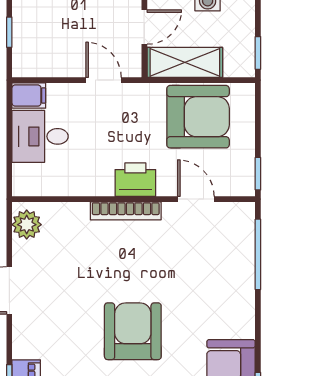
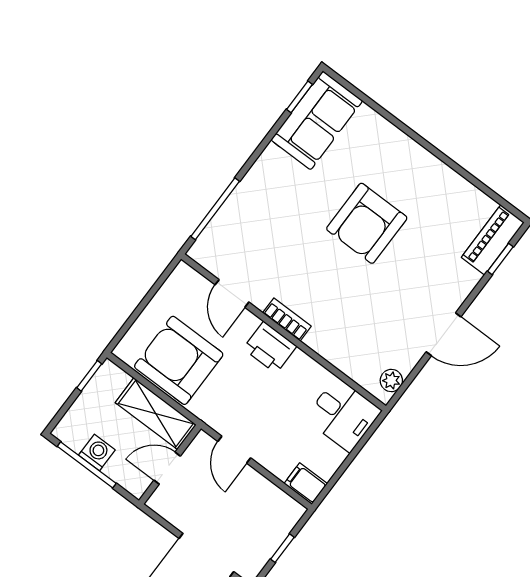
desk: (40, 136) -> (343, 415), moved
window: (258, 174) -> (165, 276), removed
bookcase: (126, 211) -> (287, 320), width x0.64
plant: (27, 225) -> (391, 381), width x0.73, depth x0.73

